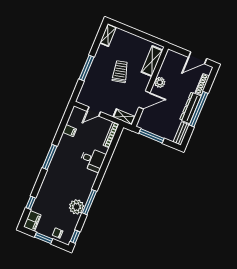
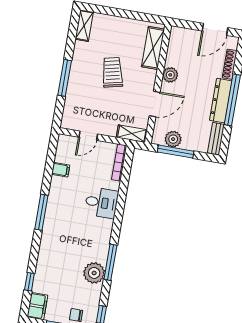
plant: (152, 127) -> (173, 139), added

